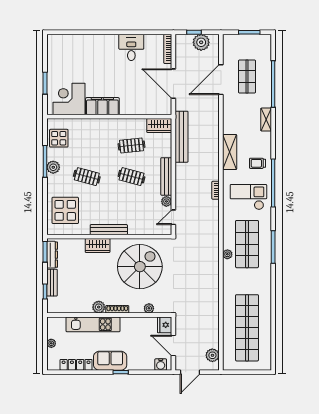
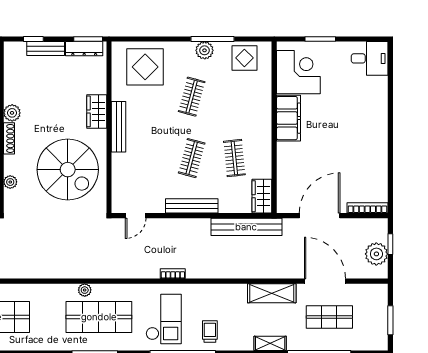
desk: (131, 47) -> (370, 58), moved
shelving: (230, 152) -> (272, 293), moved
plant: (166, 201) -> (157, 206), removed
door: (173, 217) -> (136, 216), swing flipped

